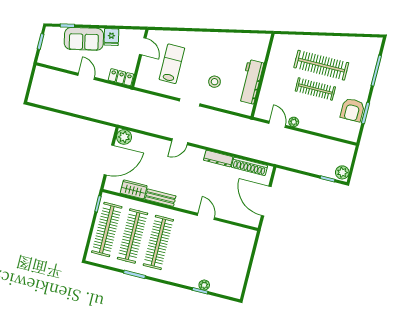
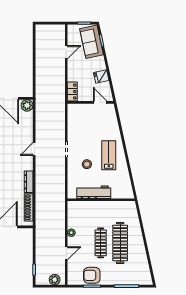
sofa: (84, 39) -> (92, 42), moved
door: (143, 46) -> (100, 102), swing flipped
lab bench: (172, 64) -> (109, 155), moved, turned -90
door: (86, 76) -> (66, 52), moved
door: (277, 124) -> (66, 253), moved
door: (180, 142) -> (34, 149), hinge flipped
plant: (342, 172) -> (55, 280), moved

